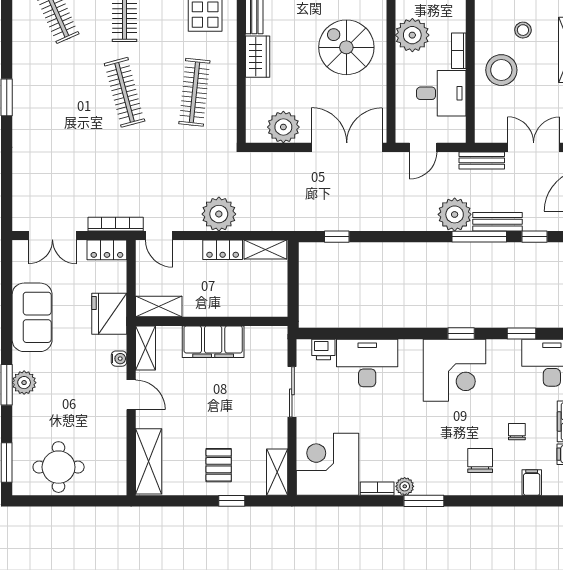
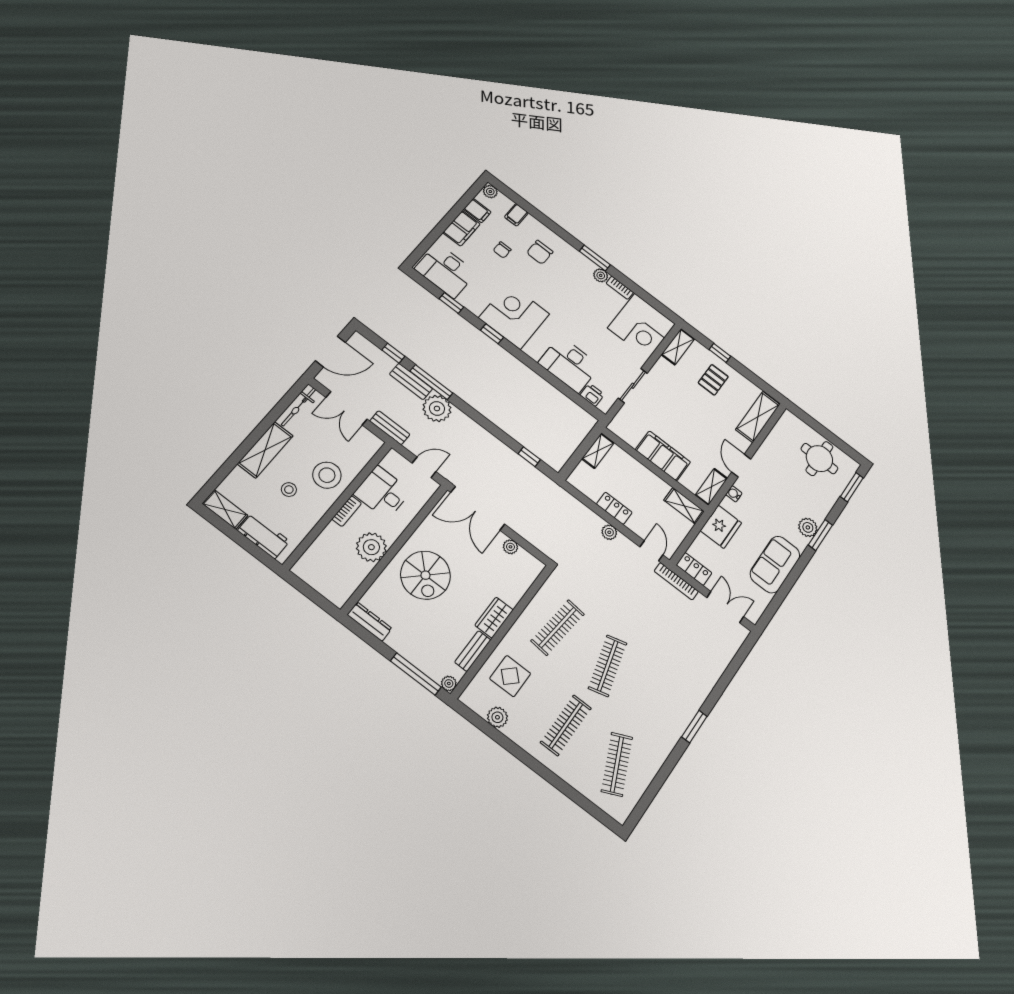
plant: (283, 127) -> (510, 547), width x0.53, depth x0.53
plant: (219, 214) -> (609, 532), width x0.53, depth x0.53
shelving: (265, 249) -> (598, 451), moved, turned 90

